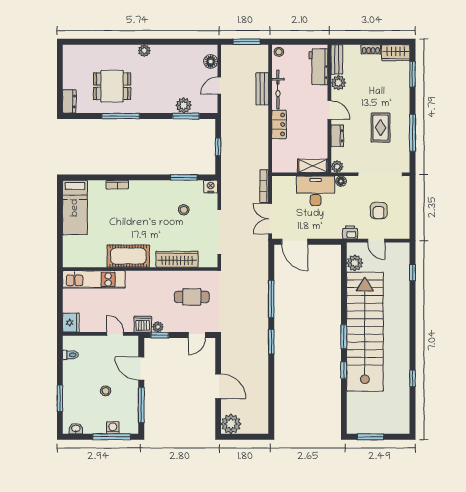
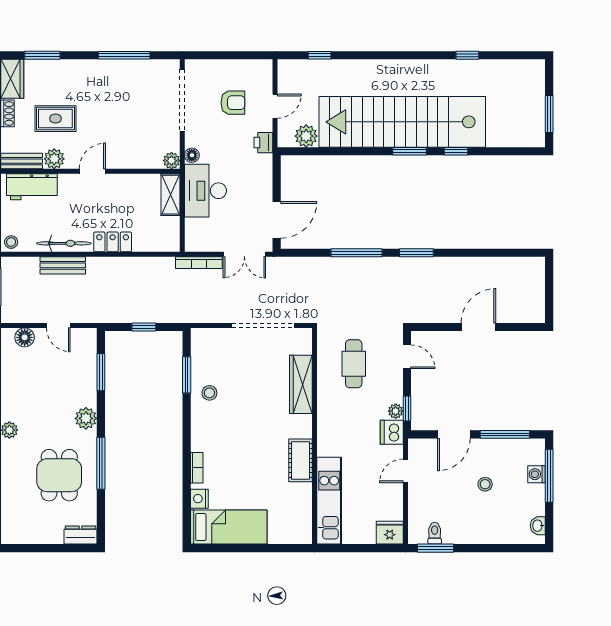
plant: (184, 105) -> (86, 418), moved
rug: (381, 128) -> (55, 119), moved
dresser: (337, 136) -> (128, 160), removed
nightstand: (211, 187) -> (199, 499), moved
stool: (184, 210) -> (209, 393), moved
cot: (128, 256) -> (300, 460), width x0.73, depth x0.75
window: (60, 398) -> (436, 548), moved
plant: (231, 424) -> (531, 309), removed

